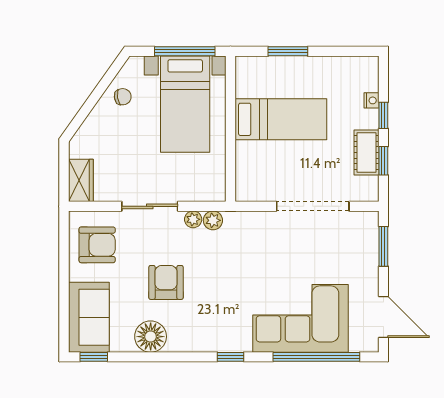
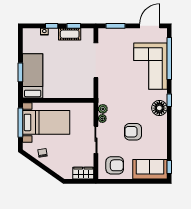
bed: (281, 119) -> (33, 76), moved
armchair: (97, 245) -> (115, 165), turned 90
floor lamp: (151, 337) -> (159, 108), moved

